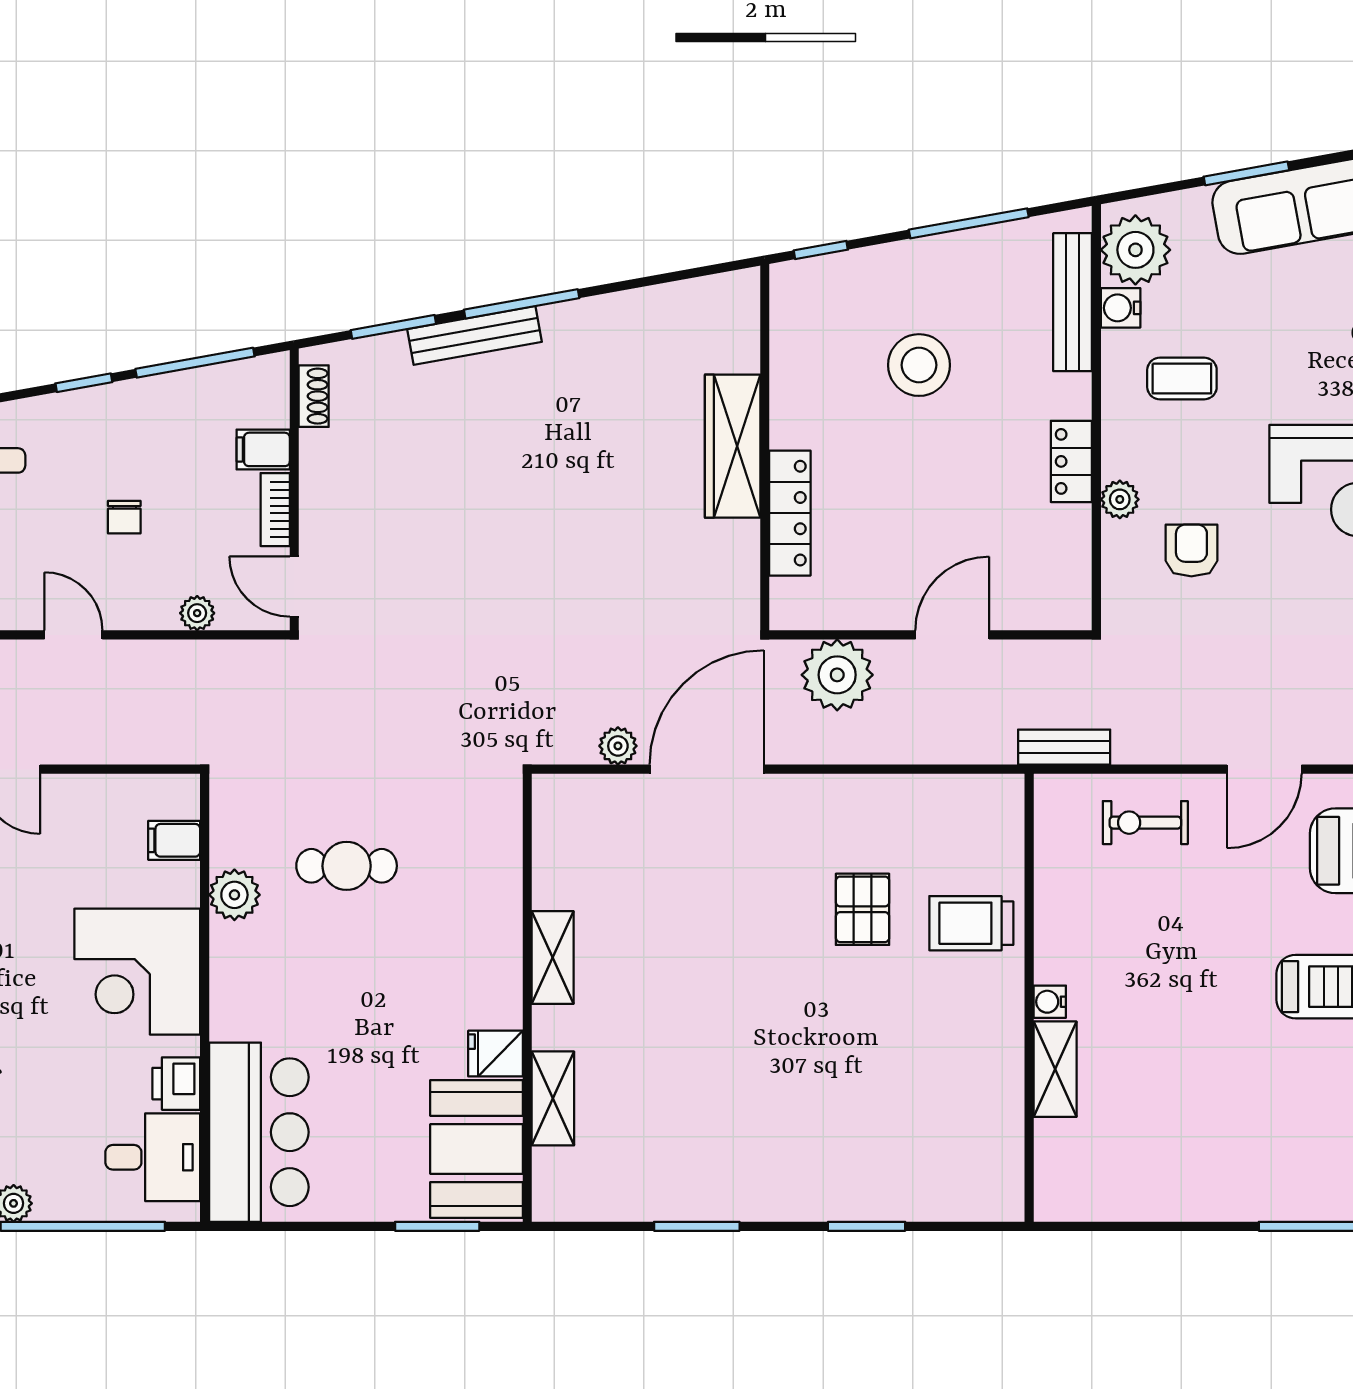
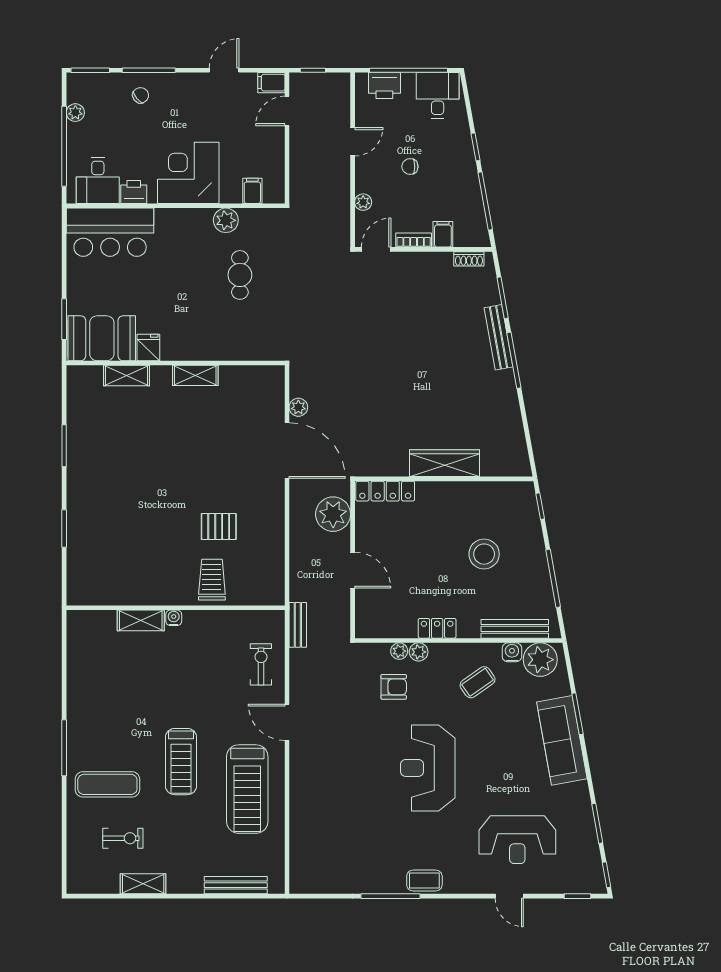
coffee table: (1182, 378) -> (478, 682), turned 55
locker: (790, 513) -> (385, 491), moved
plant: (1118, 539) -> (399, 651), added

